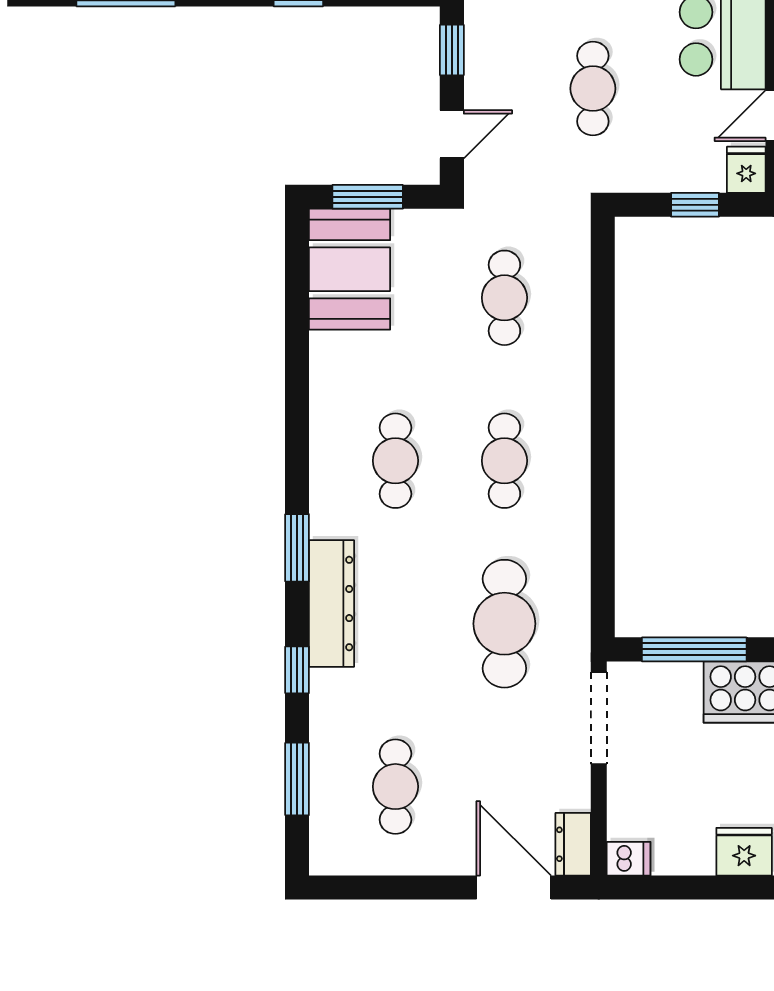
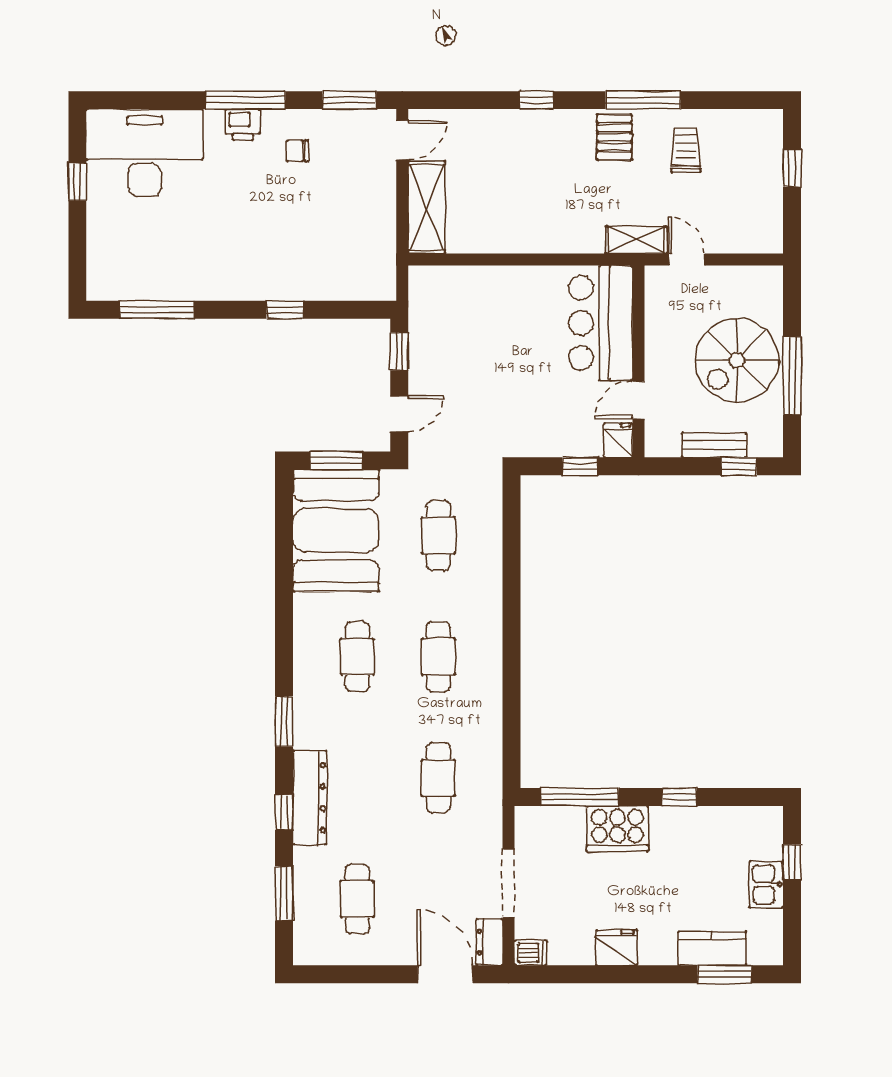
cafe table: (593, 89) -> (504, 380), removed
booth: (350, 269) -> (336, 530), width x1.36, depth x1.42
dresser: (332, 604) -> (310, 798), moved
cafe table: (504, 624) -> (438, 778), width x0.73, depth x0.74
doorway: (599, 718) -> (509, 883), moved

